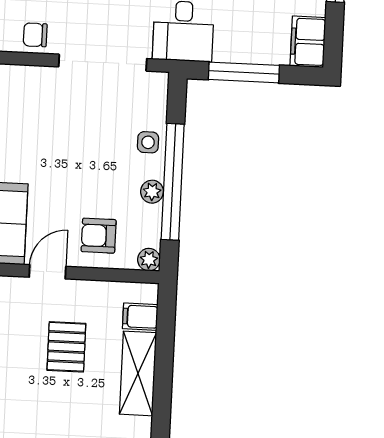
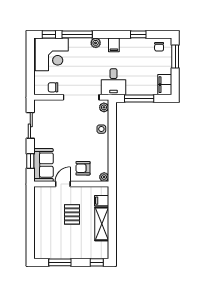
window: (173, 182) -> (112, 145), removed
plant: (152, 192) -> (104, 107), moved

